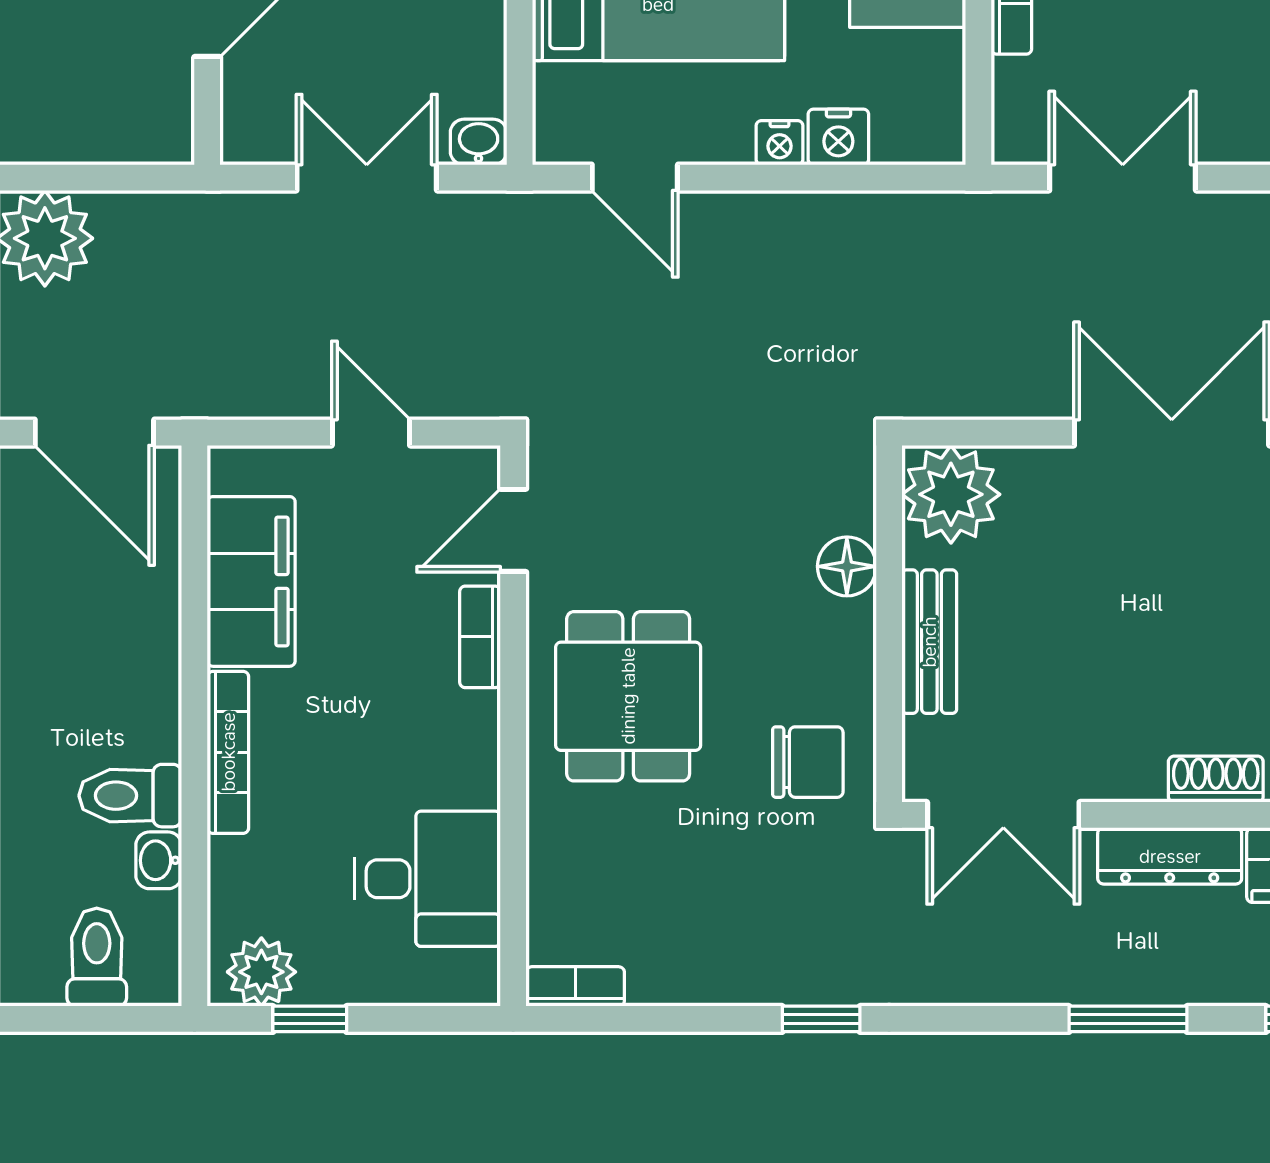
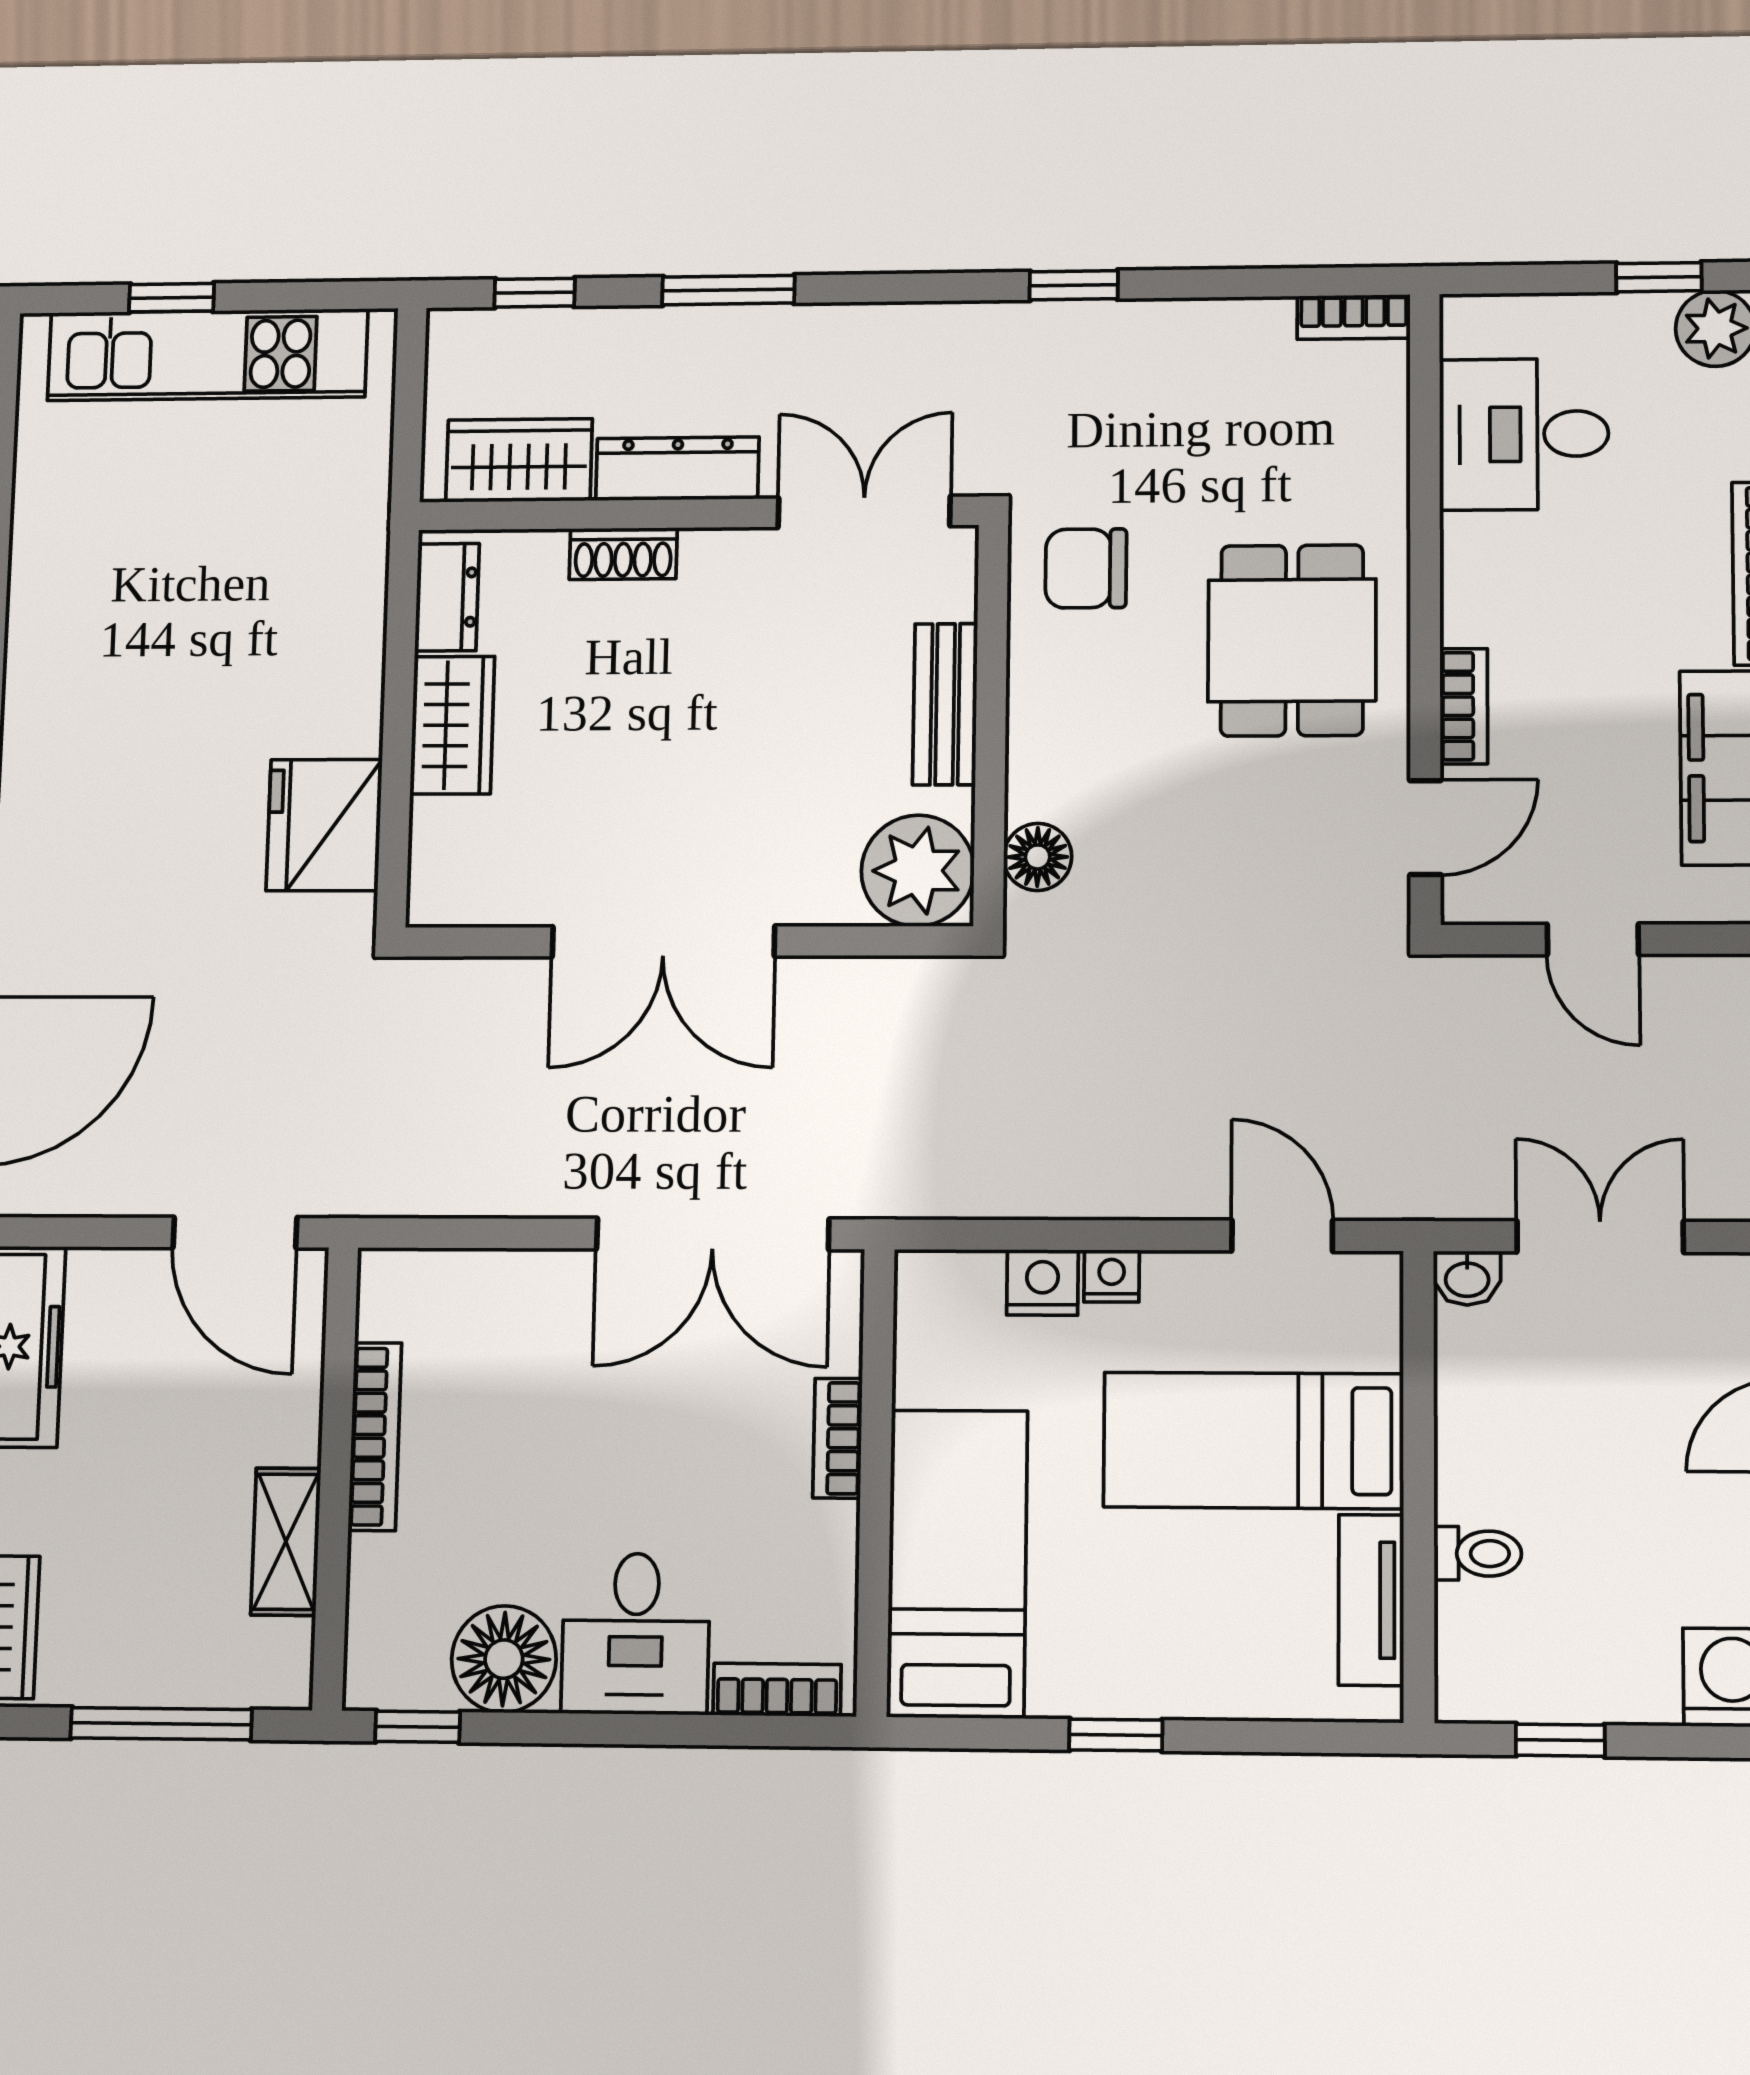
double door: (367, 178) -> (1600, 1237), swing flipped
double door: (1123, 178) -> (713, 1234), width x1.37
floor lamp: (847, 566) -> (1038, 857), moved

